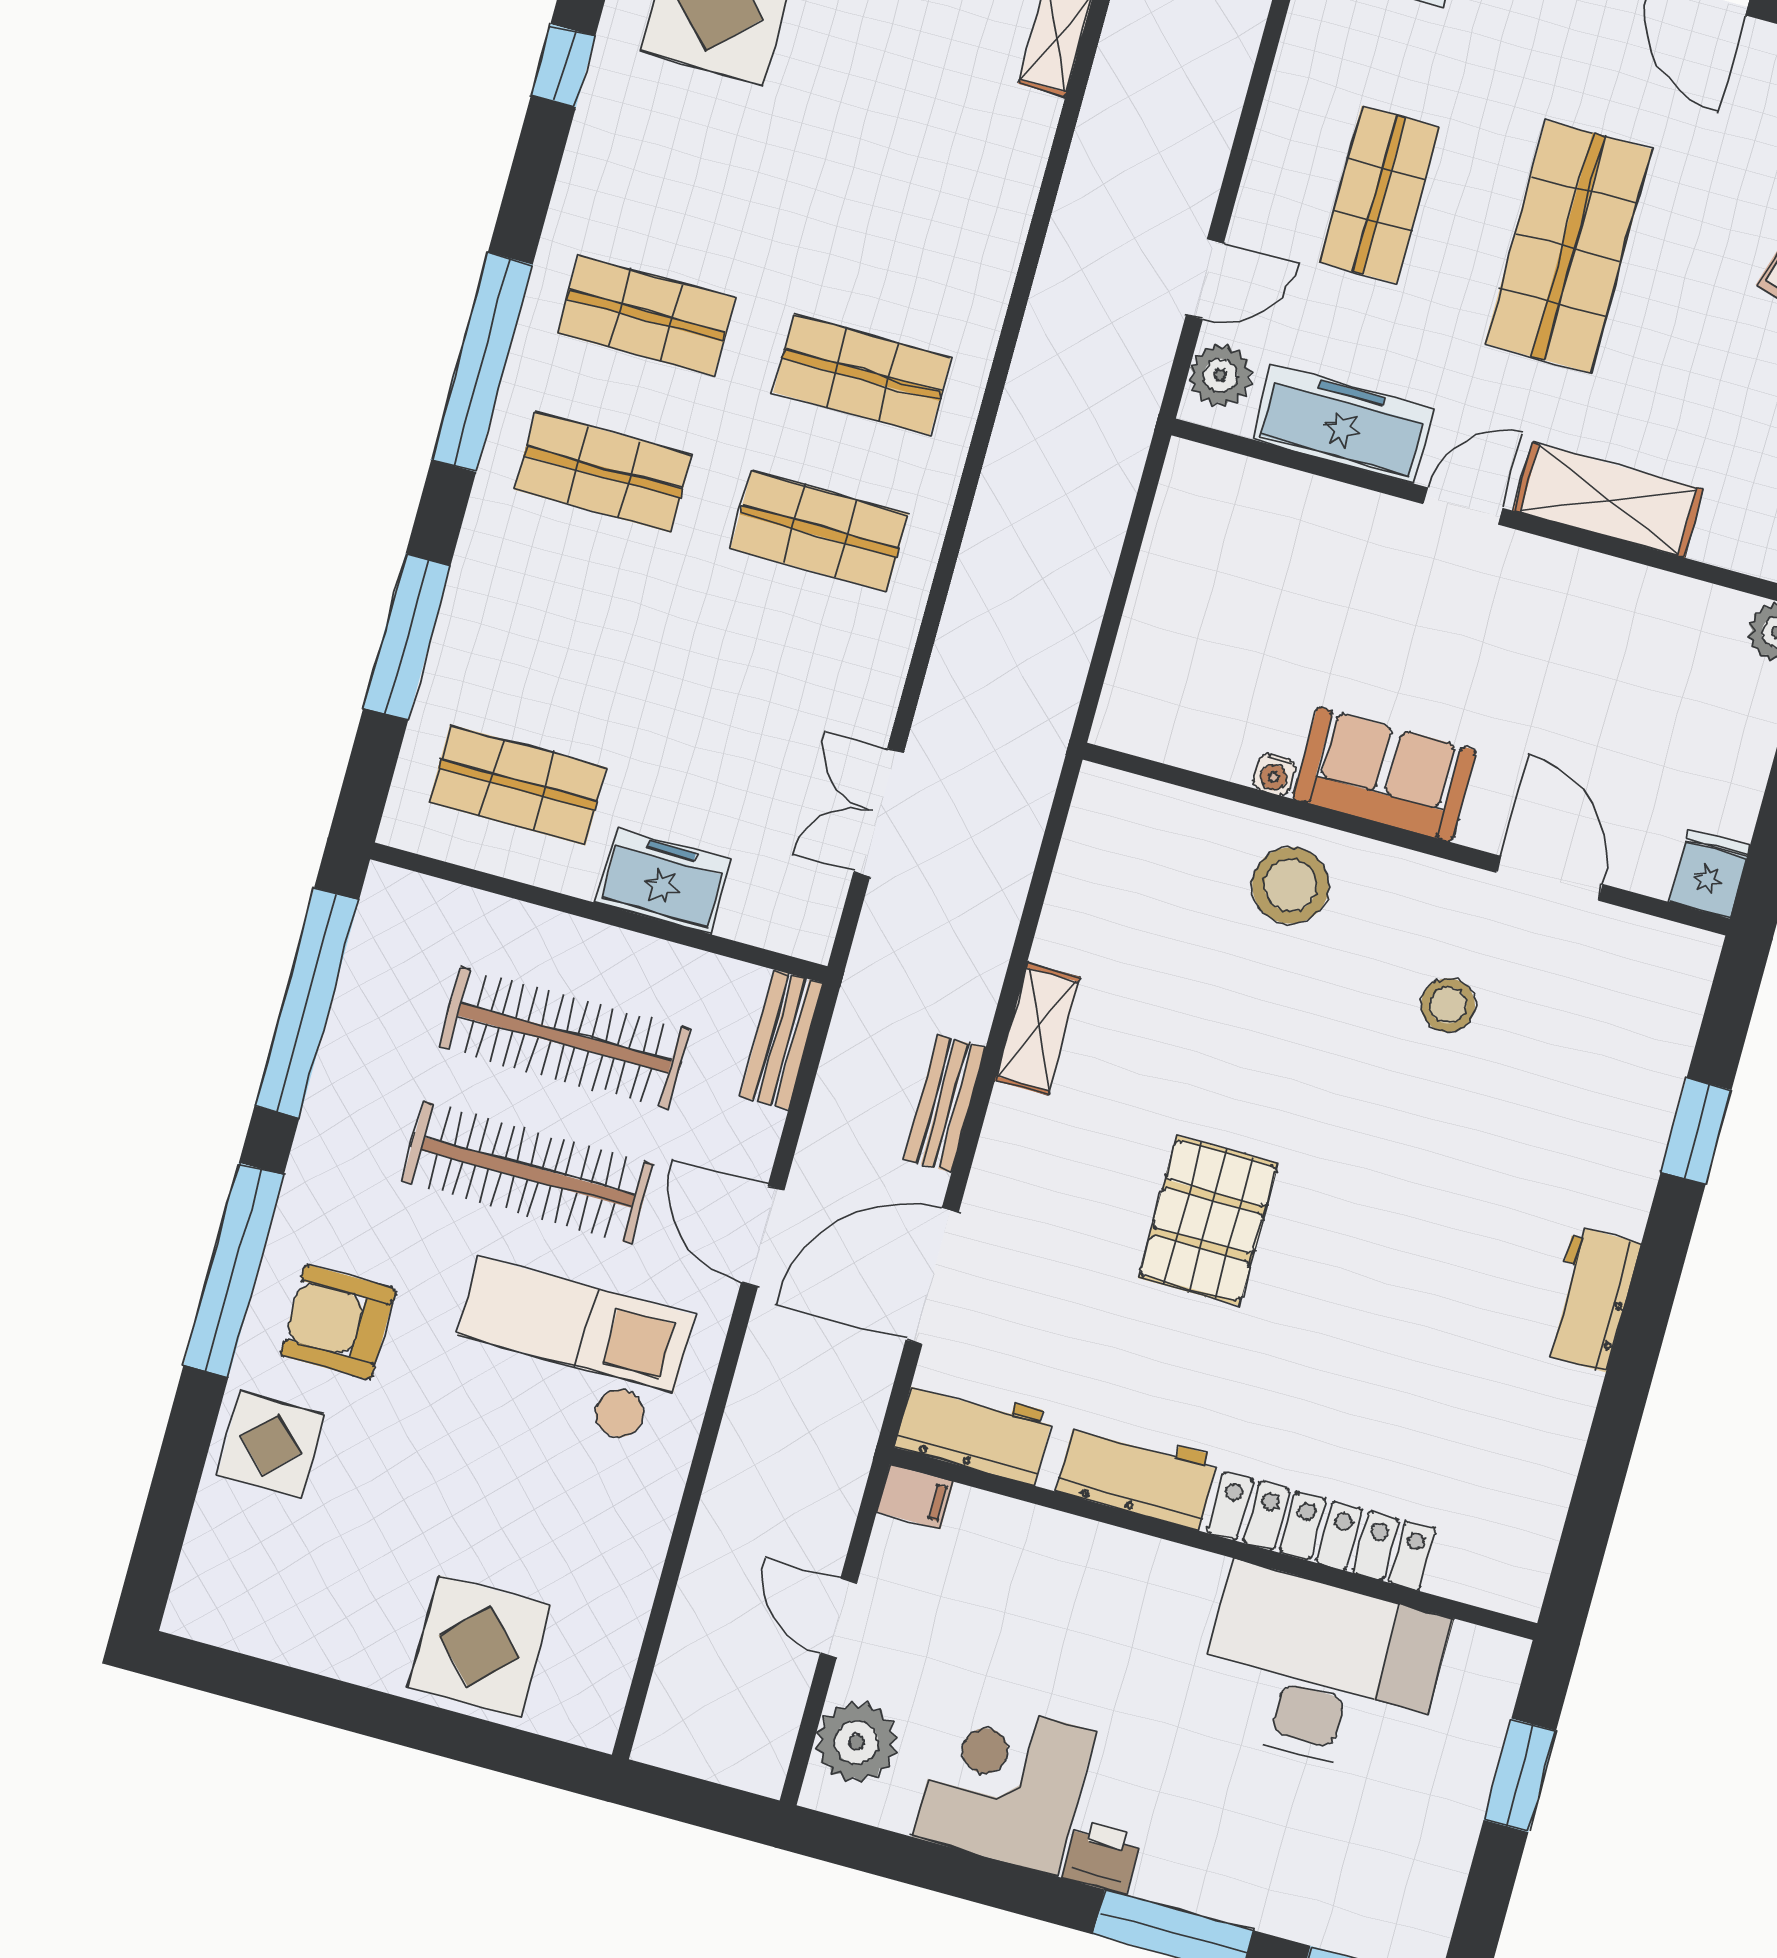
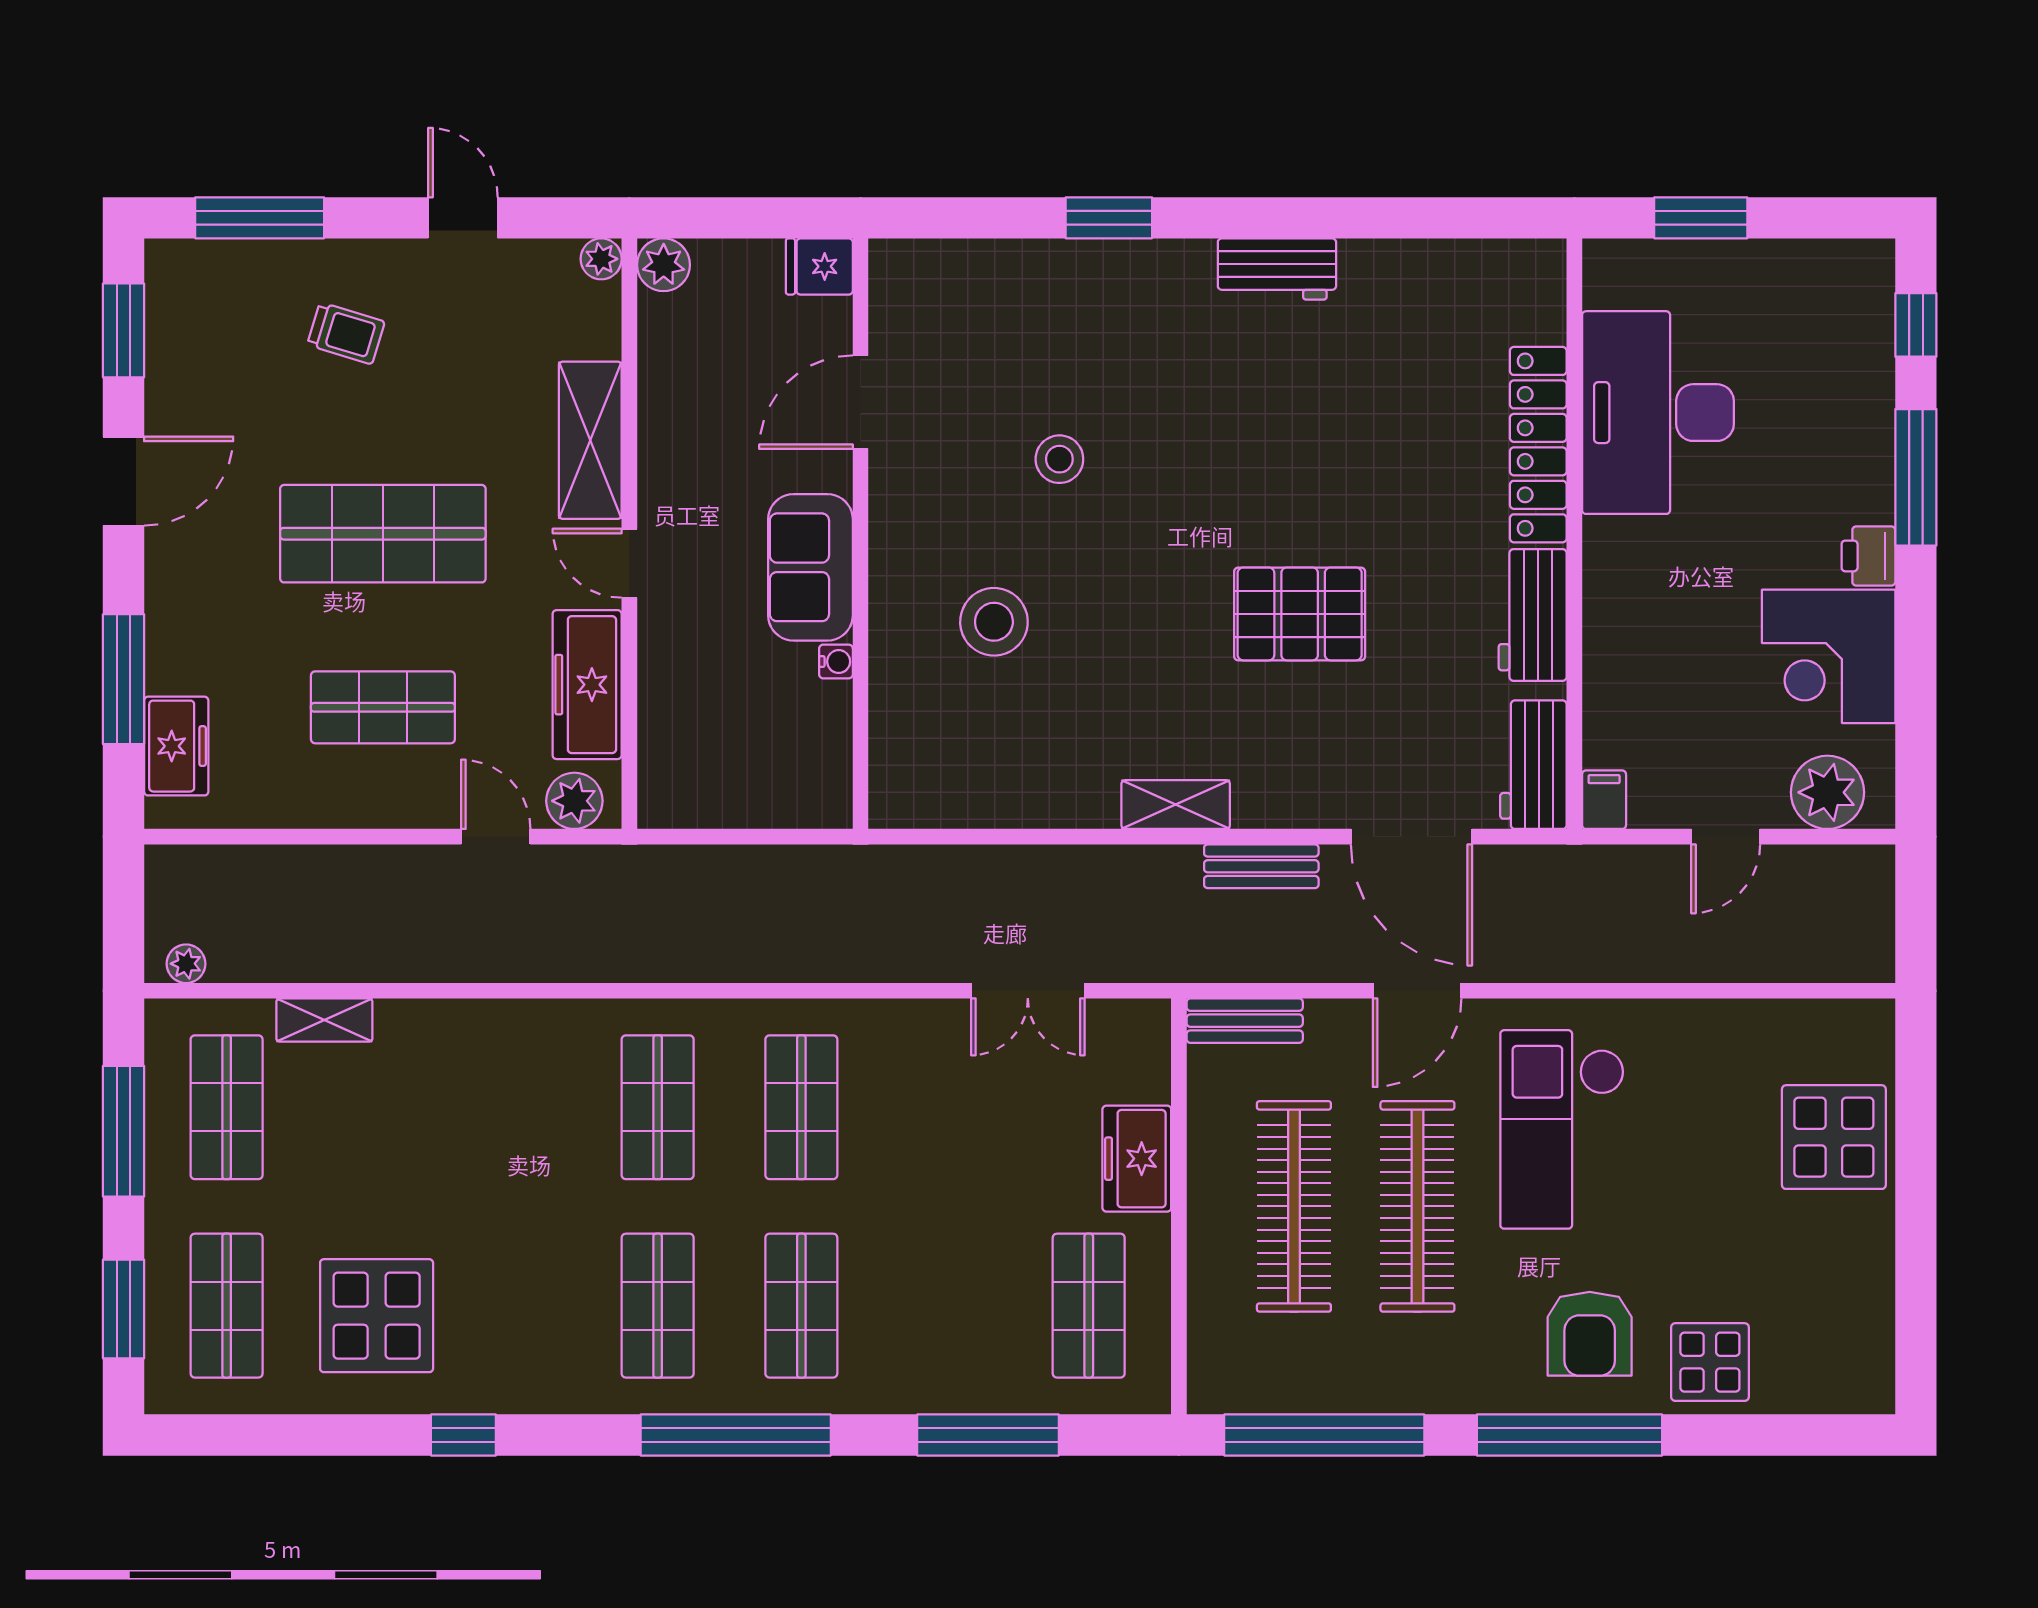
water cooler: (1274, 774) -> (836, 662), moved
sofa: (1385, 775) -> (810, 567), moved
wall: (1406, 839) -> (860, 534), moved
fridge: (1709, 874) -> (819, 266), moved
door: (1549, 878) -> (860, 402), moved

